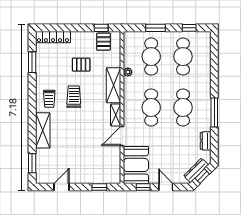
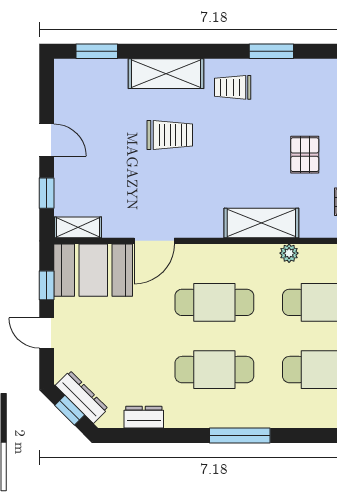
window: (32, 62) -> (271, 51), moved
trolley: (74, 97) -> (170, 135), moved
window: (214, 113) -> (240, 435), moved
shelving: (116, 115) -> (78, 227), moved
door: (122, 136) -> (154, 241), swing flipped
door: (61, 187) -> (47, 140), moved
door: (166, 187) -> (47, 333), swing flipped

